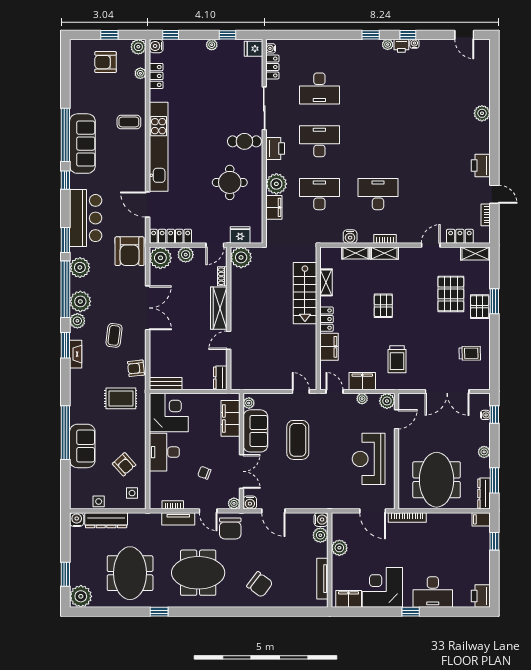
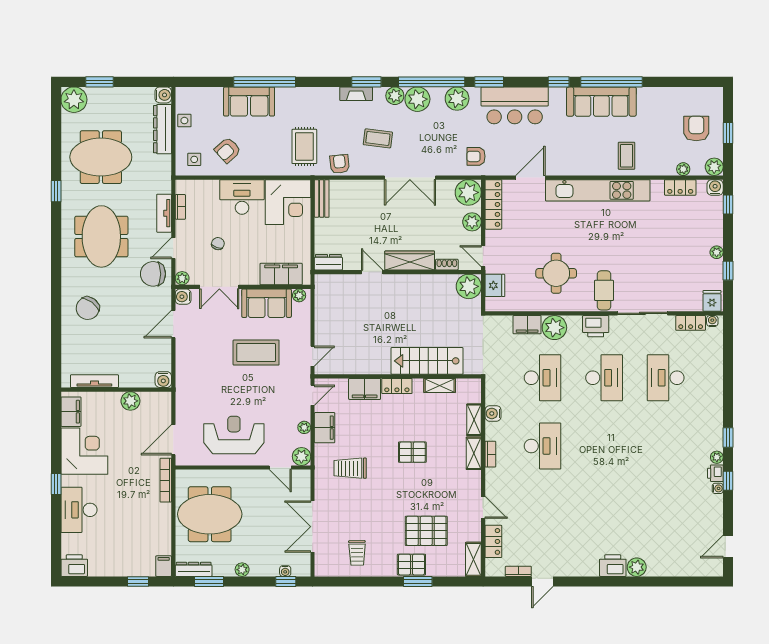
printer: (481, 166) -> (613, 566), moved
armchair: (129, 251) -> (476, 156), width x0.53, depth x0.53
plant: (320, 535) -> (145, 379), removed

